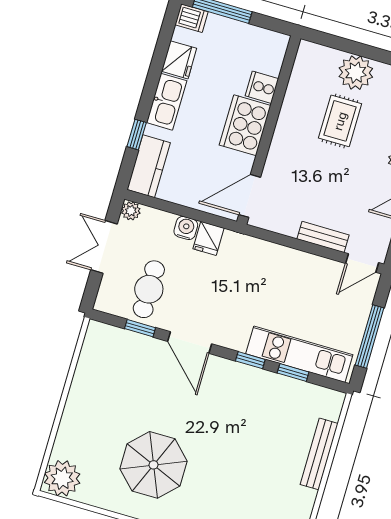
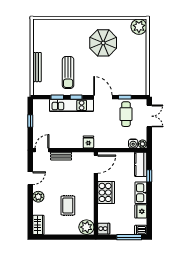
plant: (356, 73) -> (86, 227), moved
cooker: (262, 87) -> (104, 229), moved
water cooler: (186, 228) -> (133, 143), moved
fridge: (208, 238) -> (88, 142), moved
double door: (104, 247) -> (149, 116), moved
window: (370, 336) -> (30, 121), width x0.46
kitchen unit: (299, 354) -> (72, 105), moved
sun lounger: (252, 421) -> (68, 72), added

